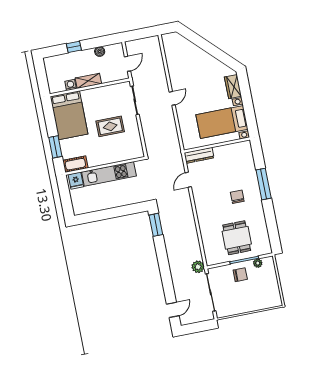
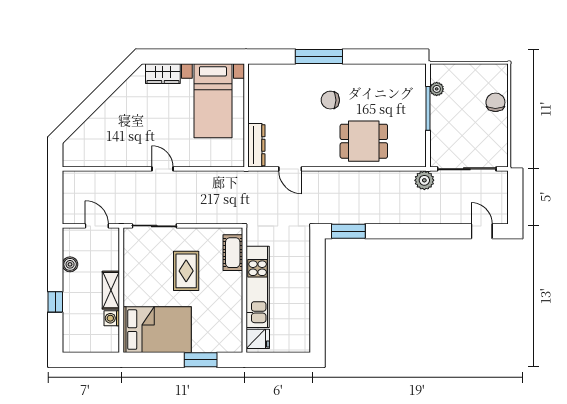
cot: (75, 164) -> (233, 253), moved
dining table: (237, 238) -> (364, 141), moved
chair: (240, 275) -> (495, 102), moved

